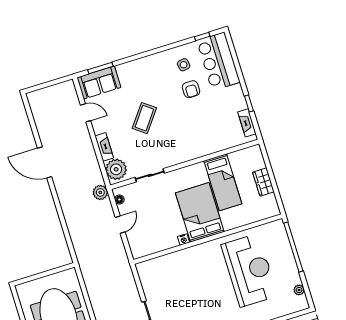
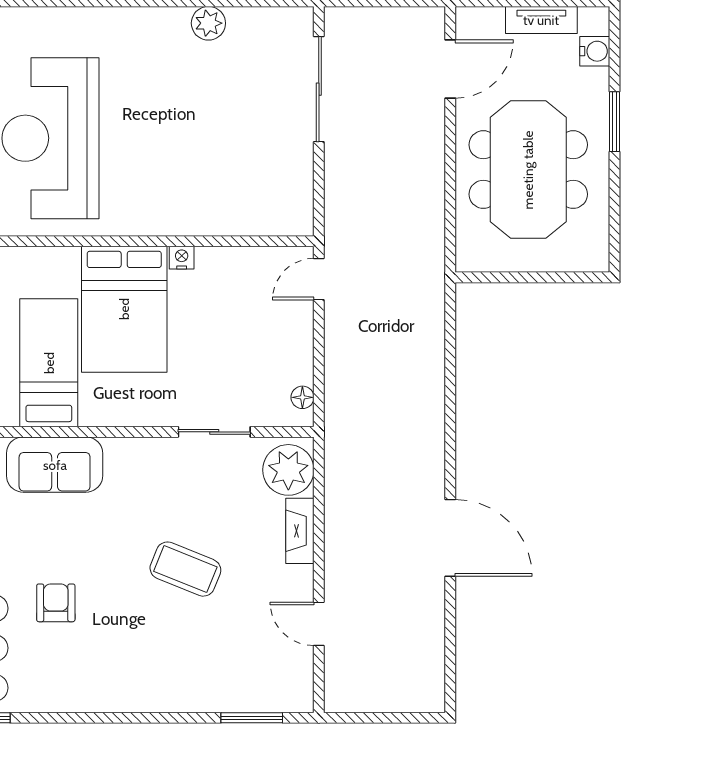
side table: (184, 65) -> (55, 665), removed
sofa: (99, 82) -> (55, 465), moved, turned 180
coffee table: (144, 118) -> (185, 569), turned 75
plant: (100, 192) -> (342, 427), removed
door: (120, 225) -> (319, 279), moved

